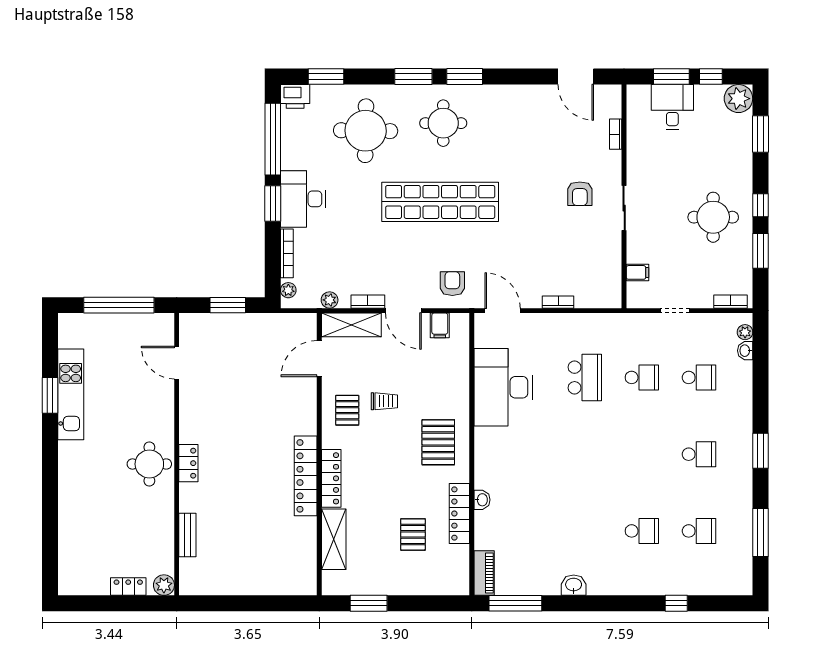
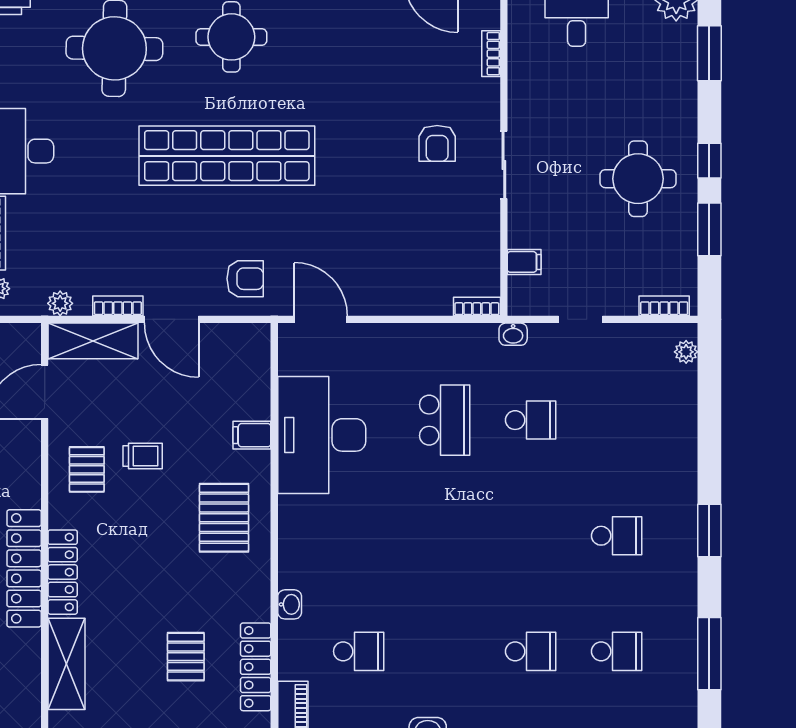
armchair: (452, 284) -> (245, 279), turned 90
bookcase: (558, 302) -> (477, 306), moved
filing cabinet: (440, 325) -> (252, 435), moved, turned 90
washbasin: (745, 351) -> (513, 334), moved, turned -90
school desk: (699, 377) -> (359, 651), moved
locker: (459, 514) -> (256, 667), moved

